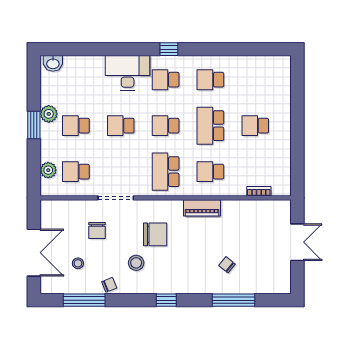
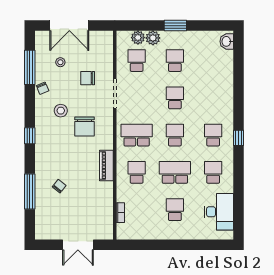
desk: (128, 73) -> (219, 212), moved
plant: (49, 114) -> (153, 38), moved

